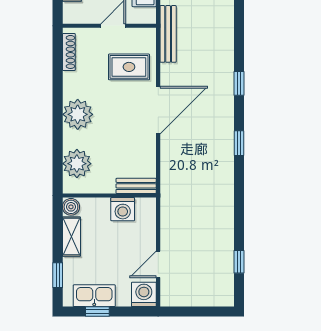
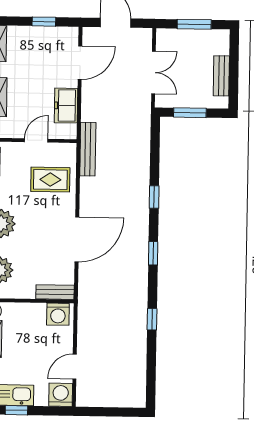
door: (158, 110) -> (77, 239), moved
washing machine: (123, 209) -> (58, 314), moved
window: (239, 262) -> (152, 319), moved

